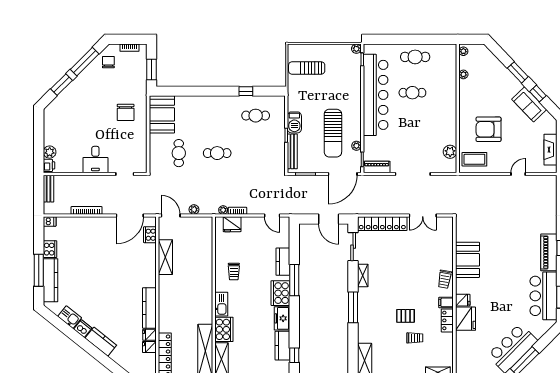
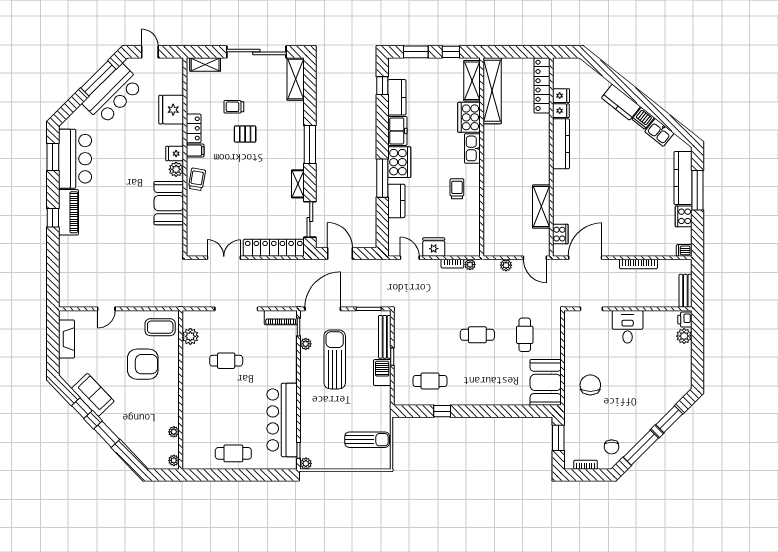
cafe table: (412, 93) -> (226, 361), moved
bar counter: (376, 95) -> (282, 420), width x0.73
fridge: (232, 224) -> (434, 247), moved
plant: (461, 287) -> (176, 169), added
fridge: (465, 319) -> (171, 110), moved

